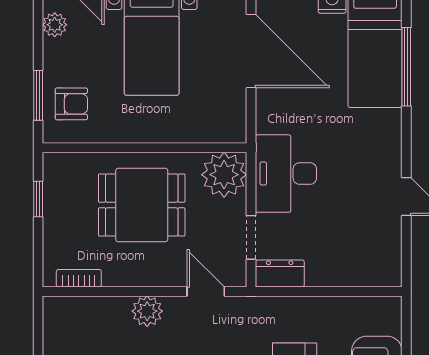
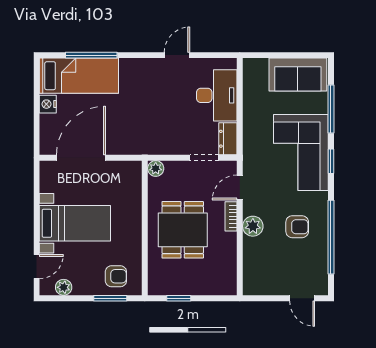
armchair: (71, 104) -> (116, 276), turned 90
desk: (286, 174) -> (217, 95), moved, turned -90
plant: (224, 175) -> (156, 168), width x0.53, depth x0.53
bookcase: (79, 278) -> (231, 216), moved

